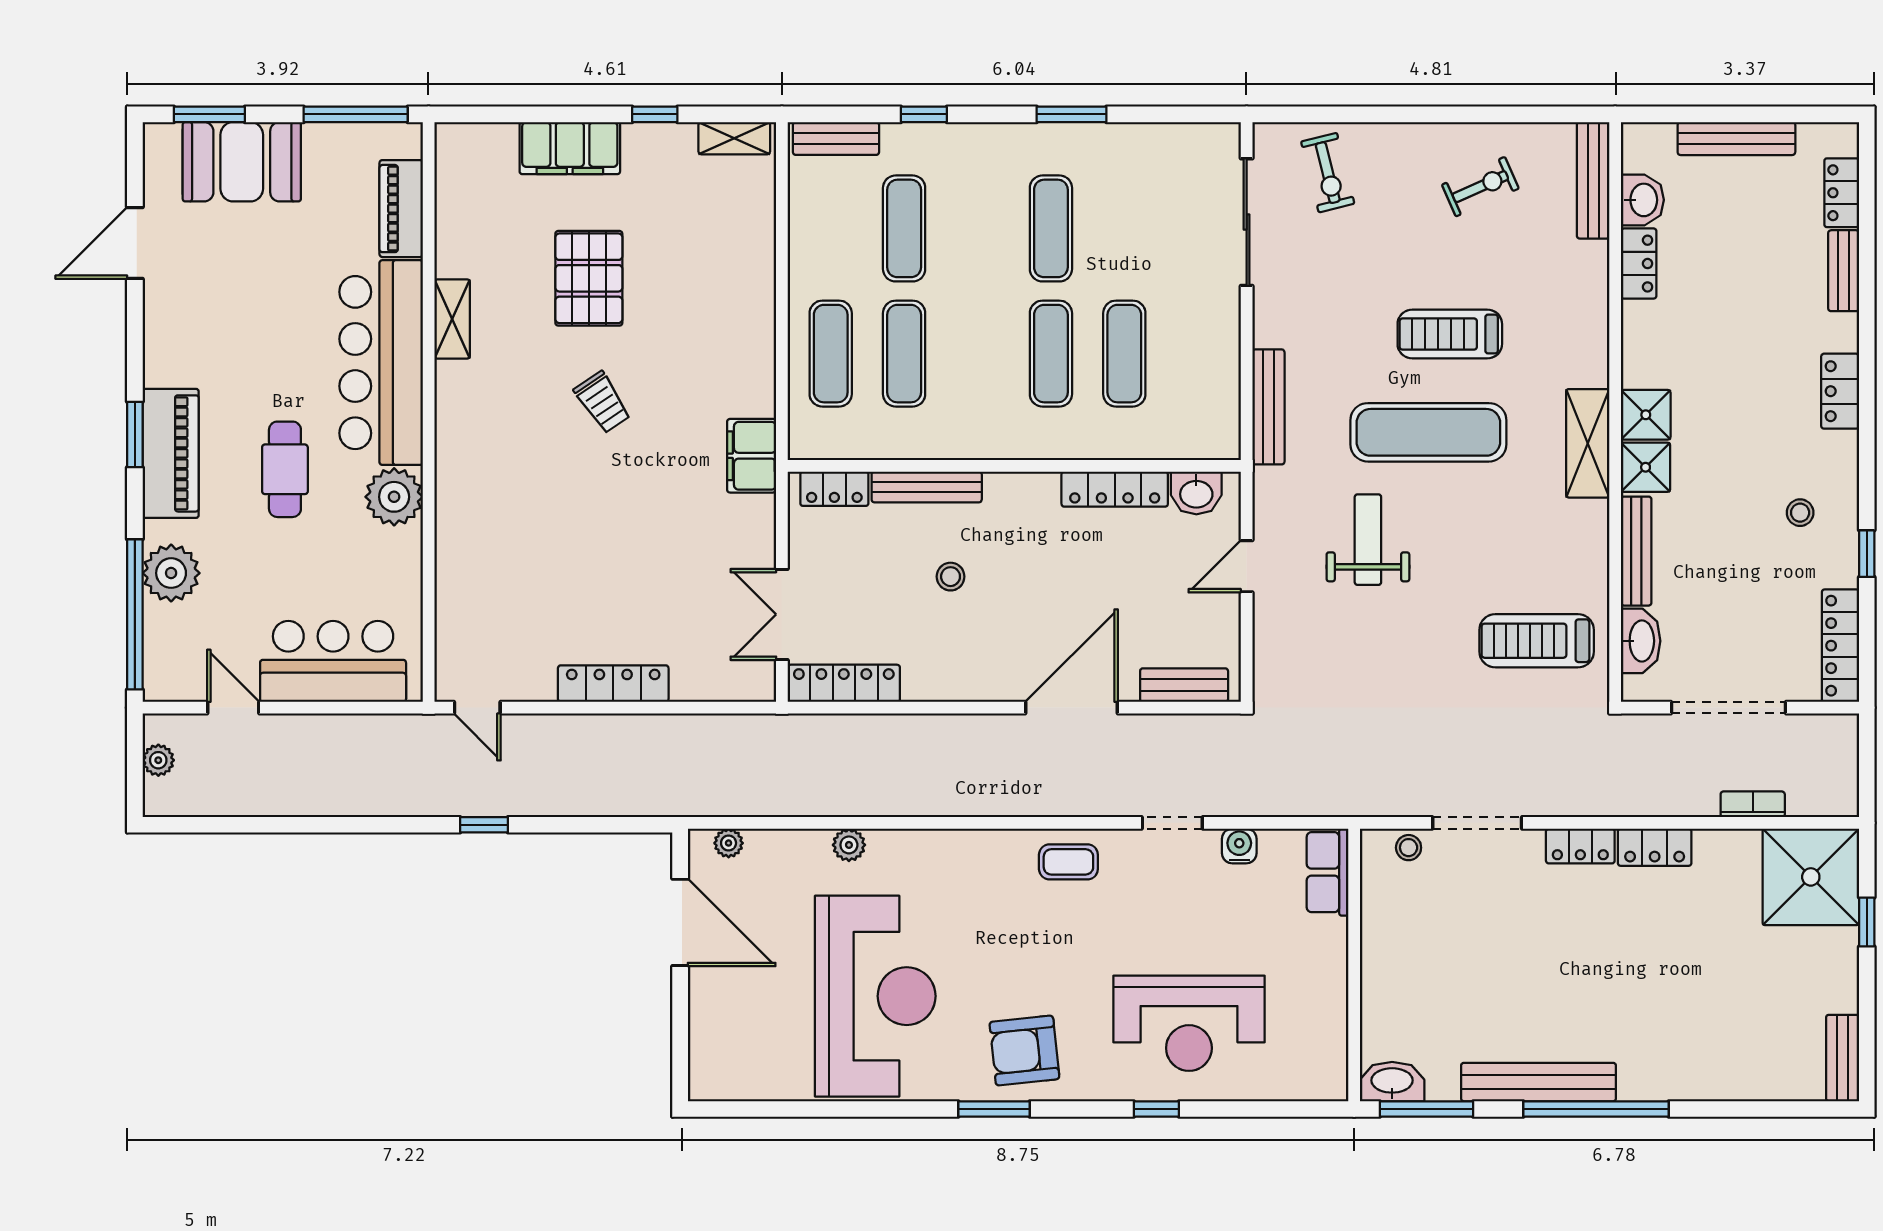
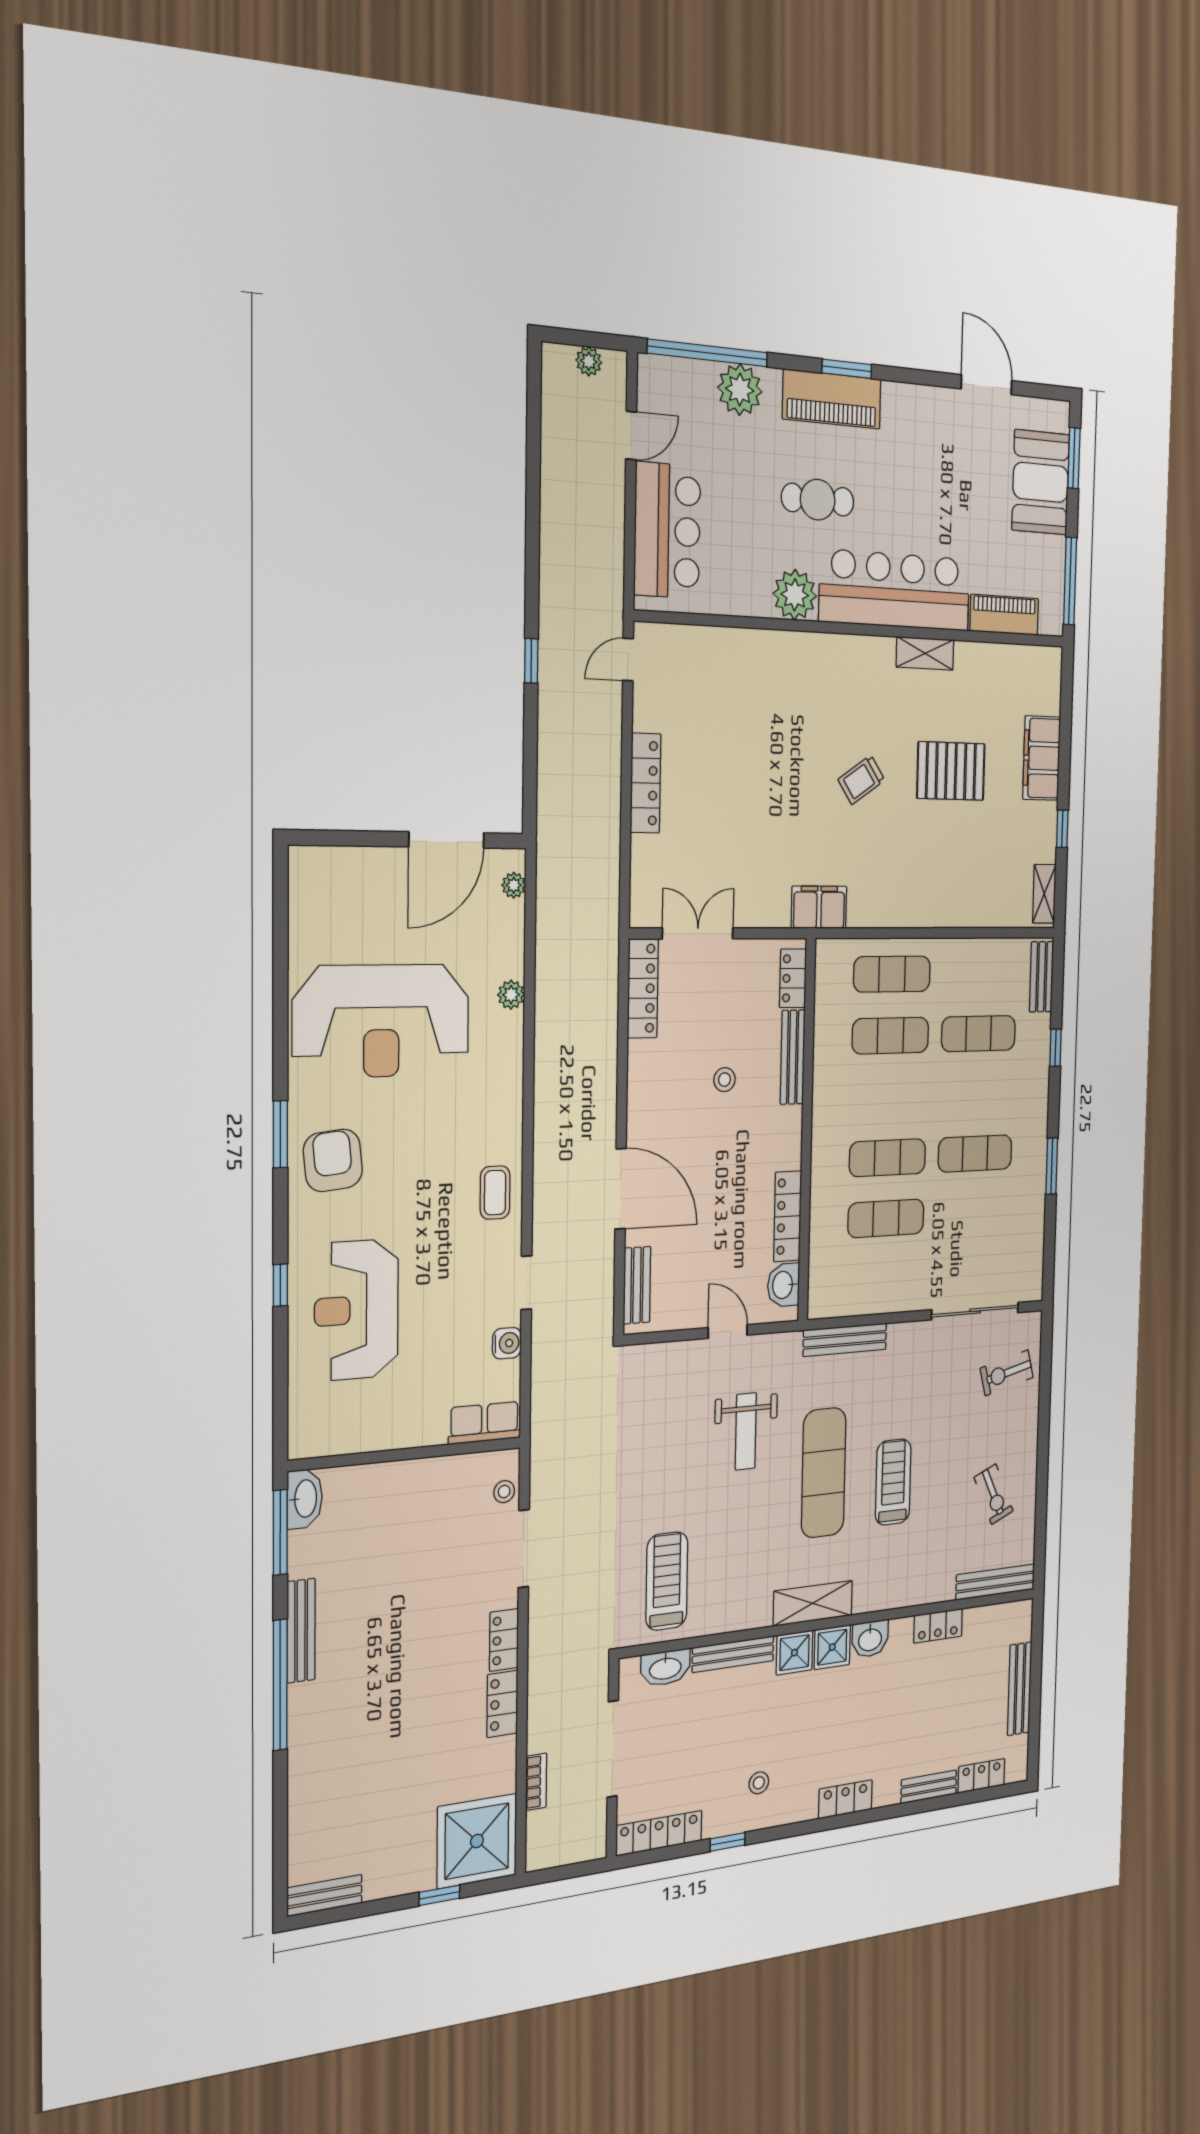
washbasin: (1642, 200) -> (870, 1639), moved
weight bench: (1368, 540) -> (746, 1431), turned 90
bench: (1539, 1082) -> (301, 1631), width x0.73, depth x0.82

